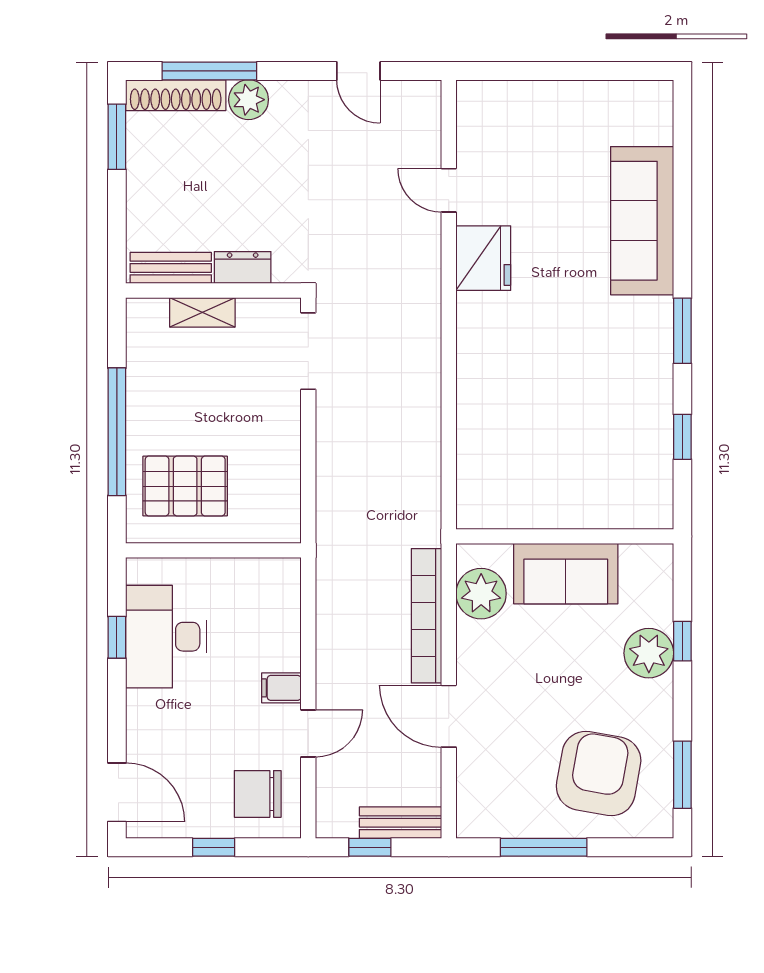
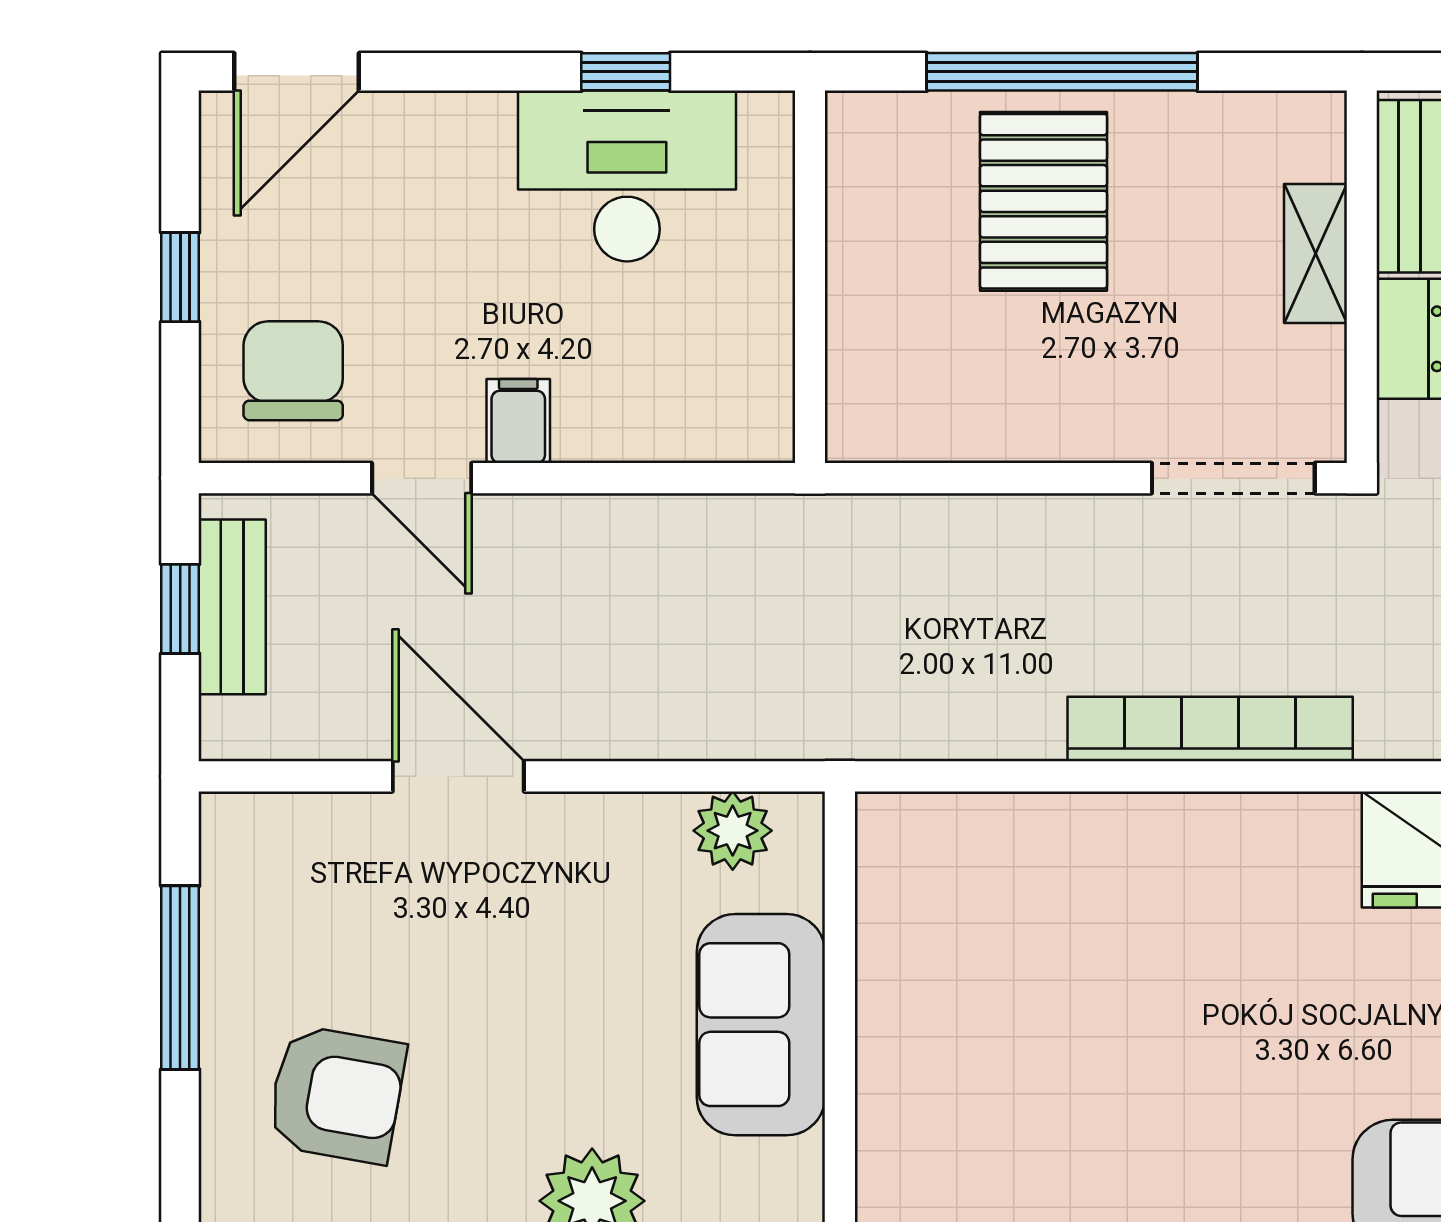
pallet: (185, 486) -> (1043, 201), moved
plant: (481, 594) -> (733, 831), width x0.73, depth x0.73
bookcase: (427, 616) -> (1210, 729), moved
door: (449, 716) -> (458, 776), hinge flipped
armchair: (599, 773) -> (337, 1094), width x0.73, depth x0.73
bench: (401, 823) -> (232, 607), moved

